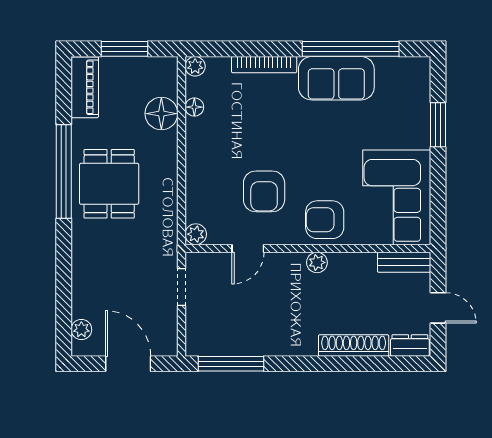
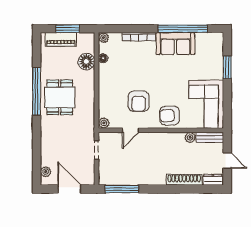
piano: (85, 87) -> (61, 39), moved, turned 90
plant: (317, 262) -> (190, 137), moved

